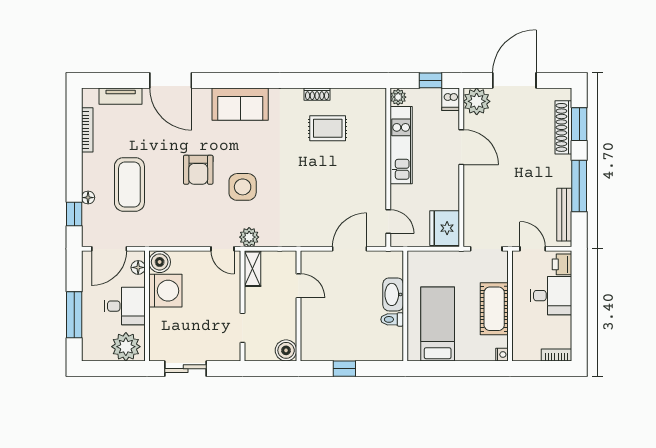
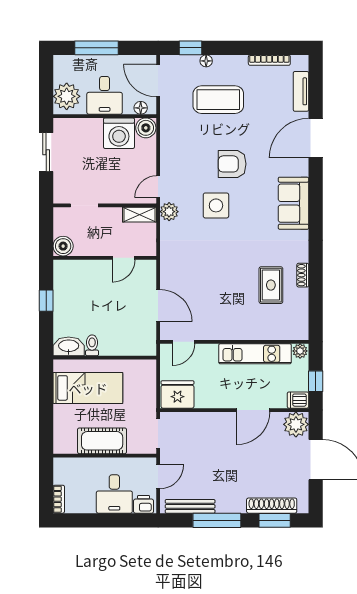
washbasin: (393, 294) -> (69, 346), moved
nightstand: (502, 355) -> (59, 448), removed

